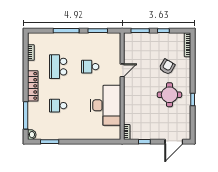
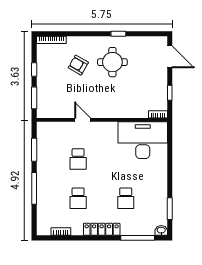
school desk: (58, 67) -> (78, 198), width x0.54
desk: (106, 105) -> (143, 140), moved

